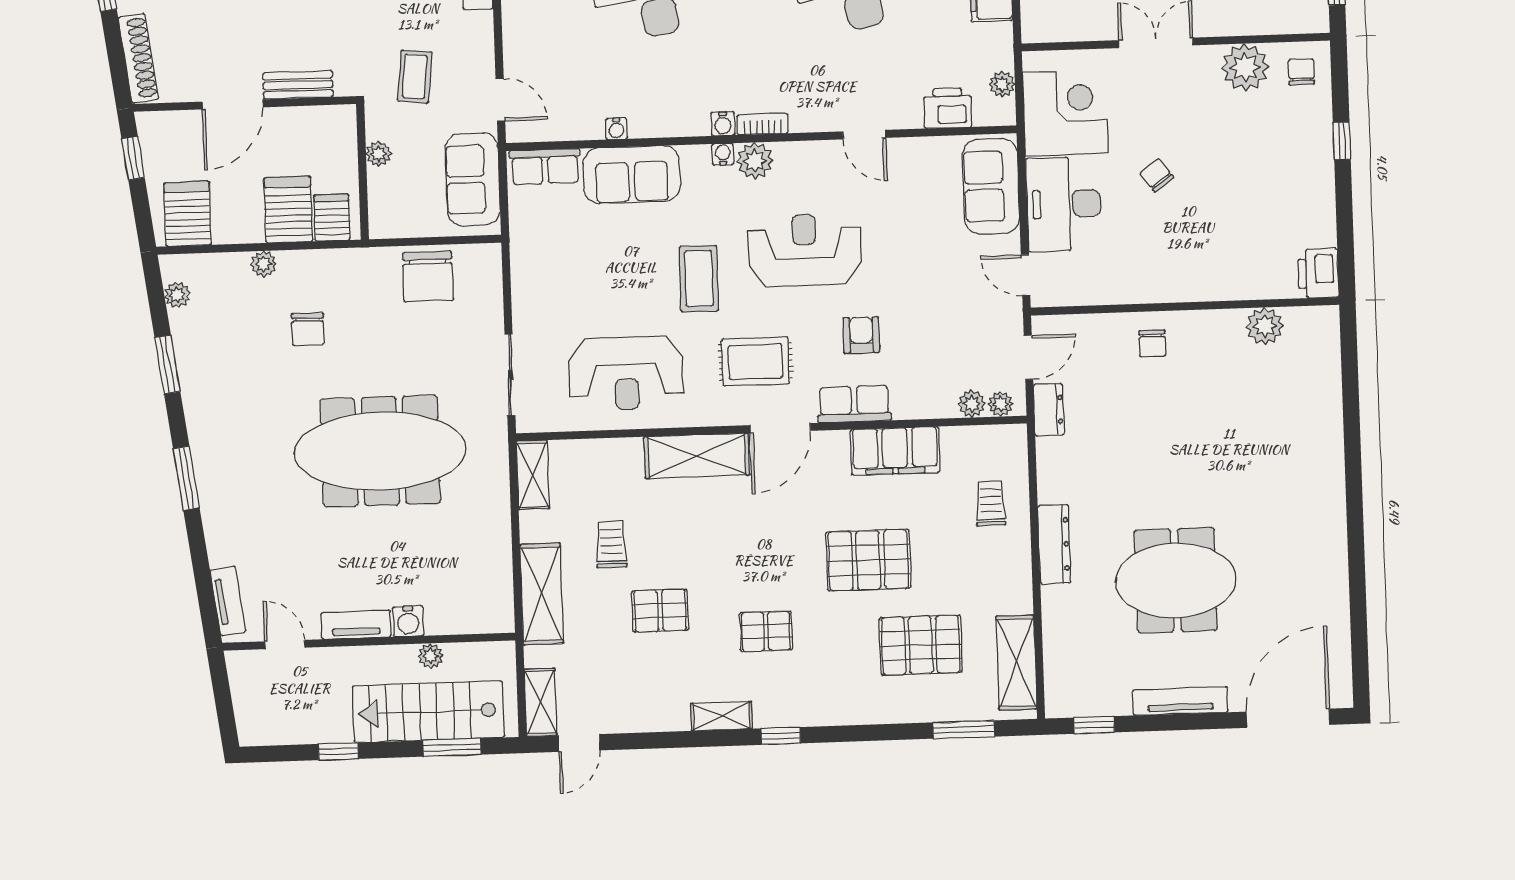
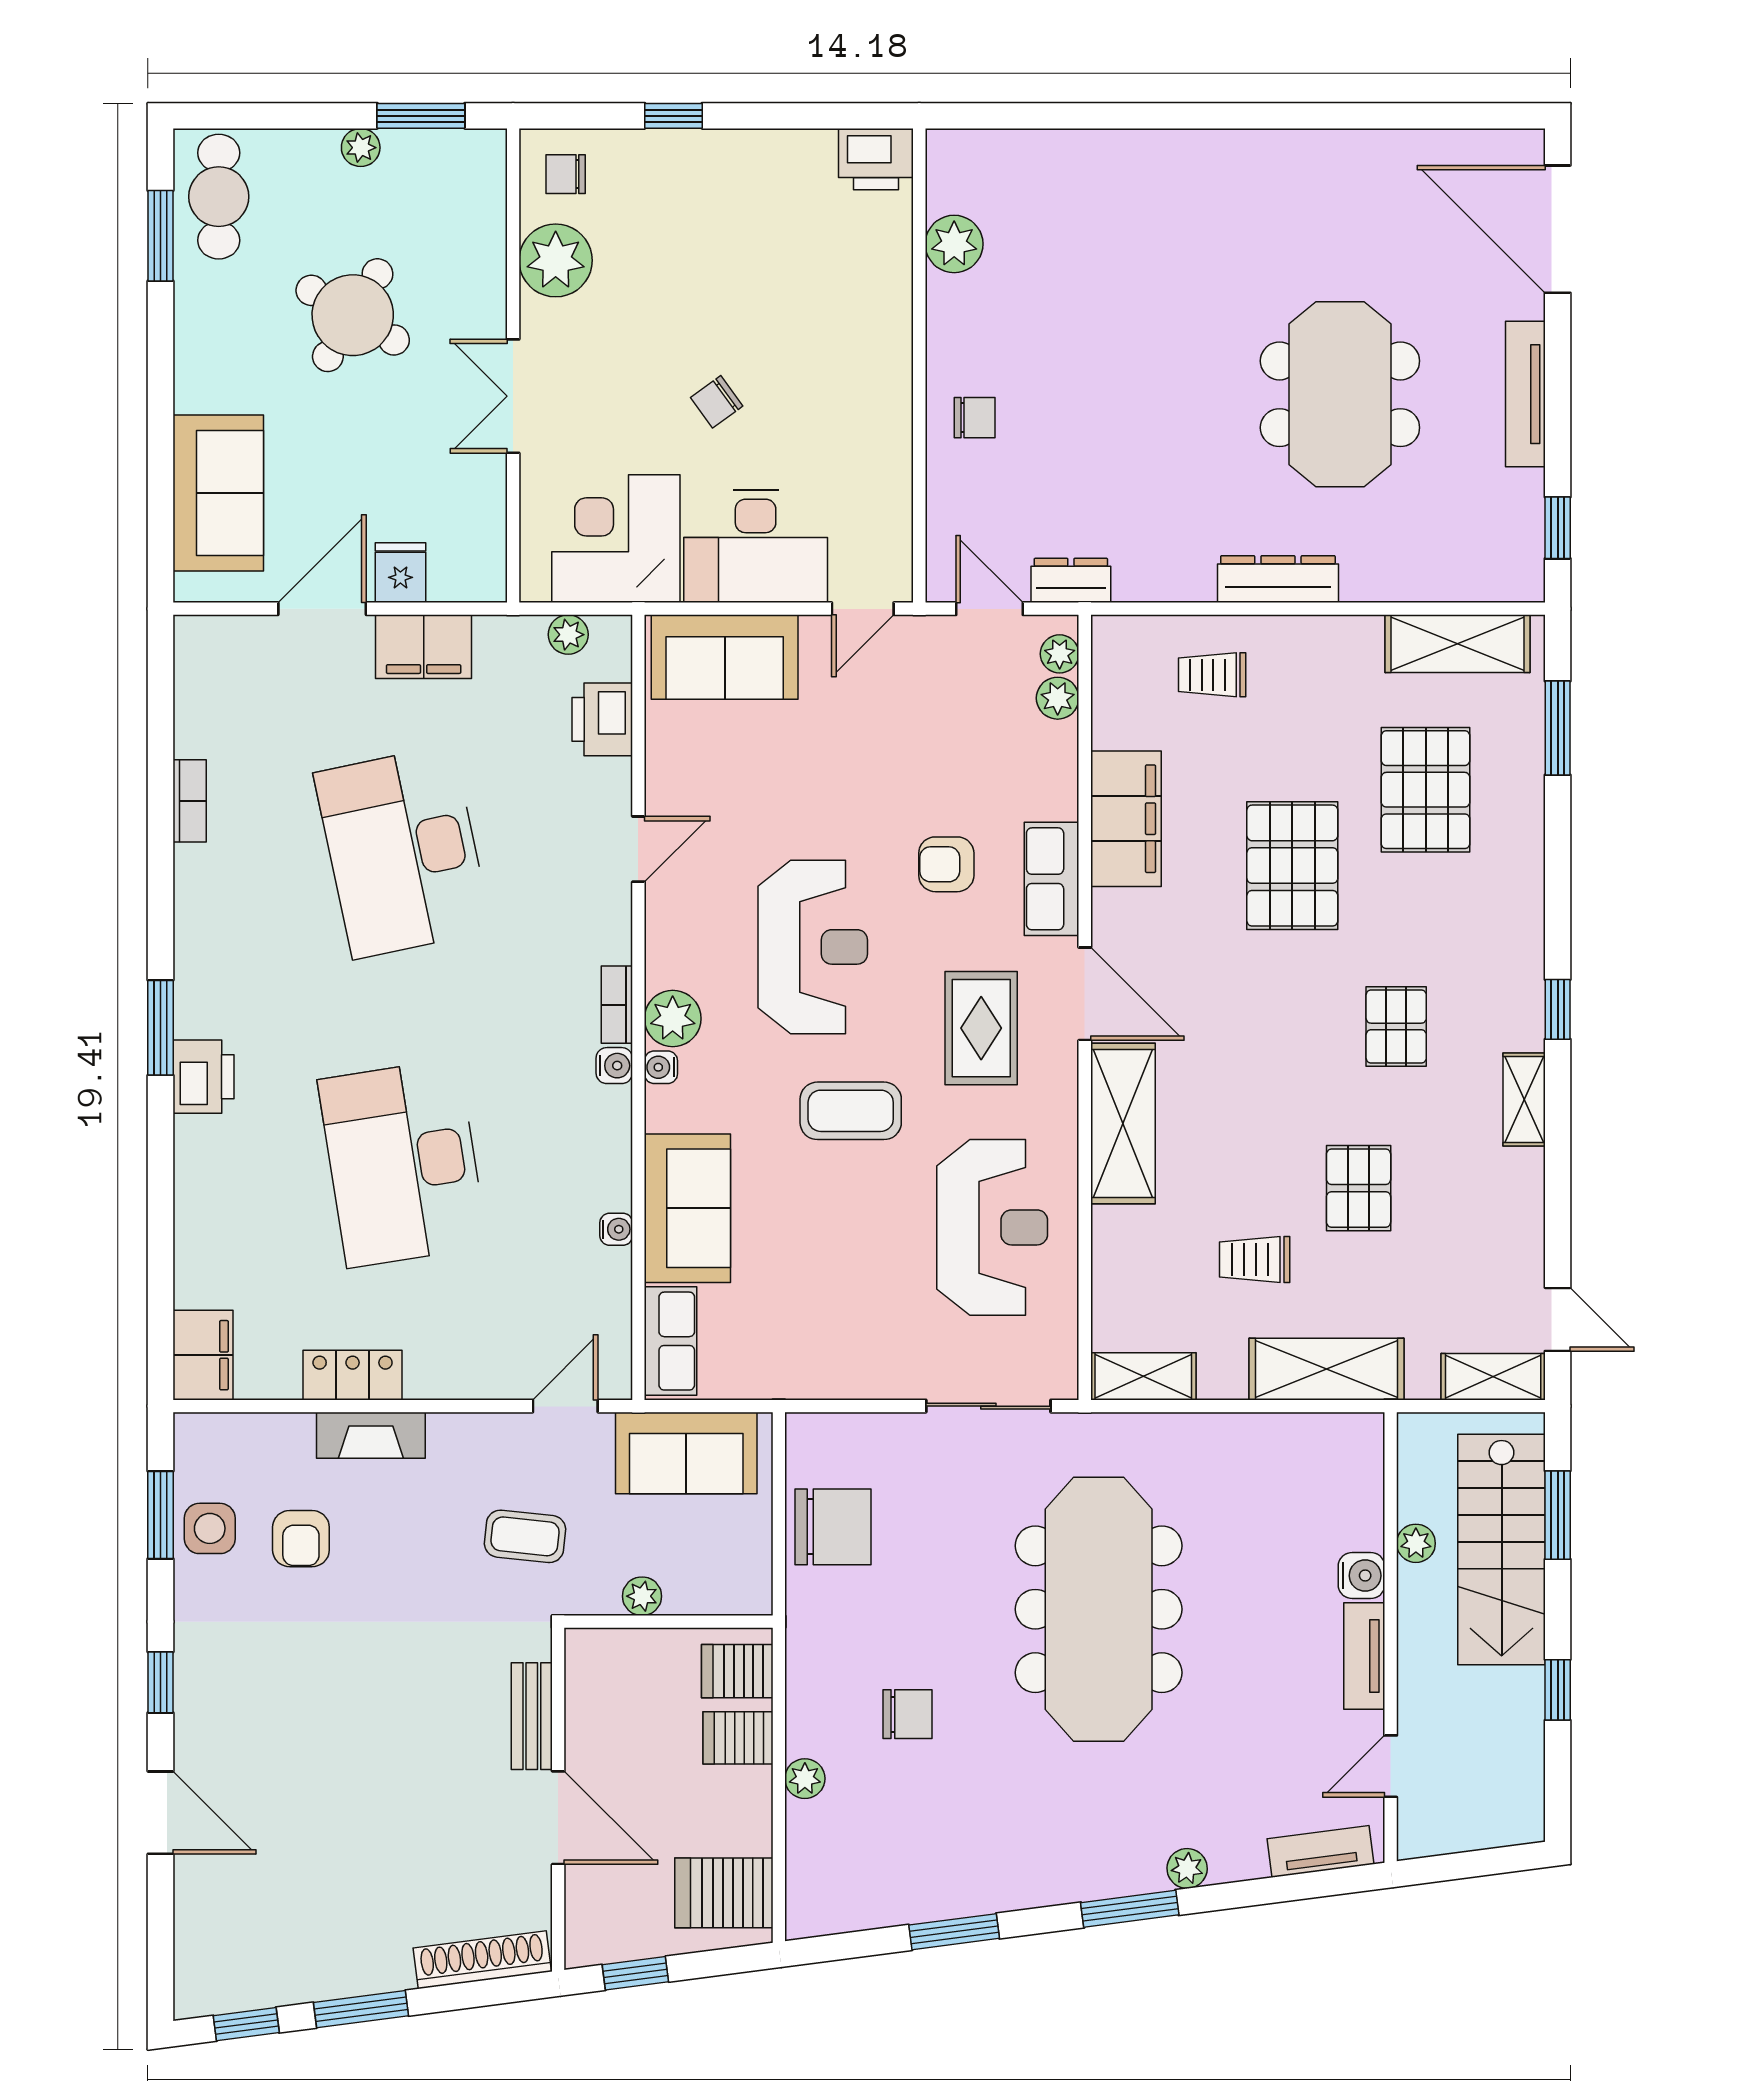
server rack: (288, 210) -> (738, 1738), width x0.73, depth x0.70
reception desk: (804, 250) -> (813, 947), turned 180
plant: (177, 295) -> (1187, 1868), moved

